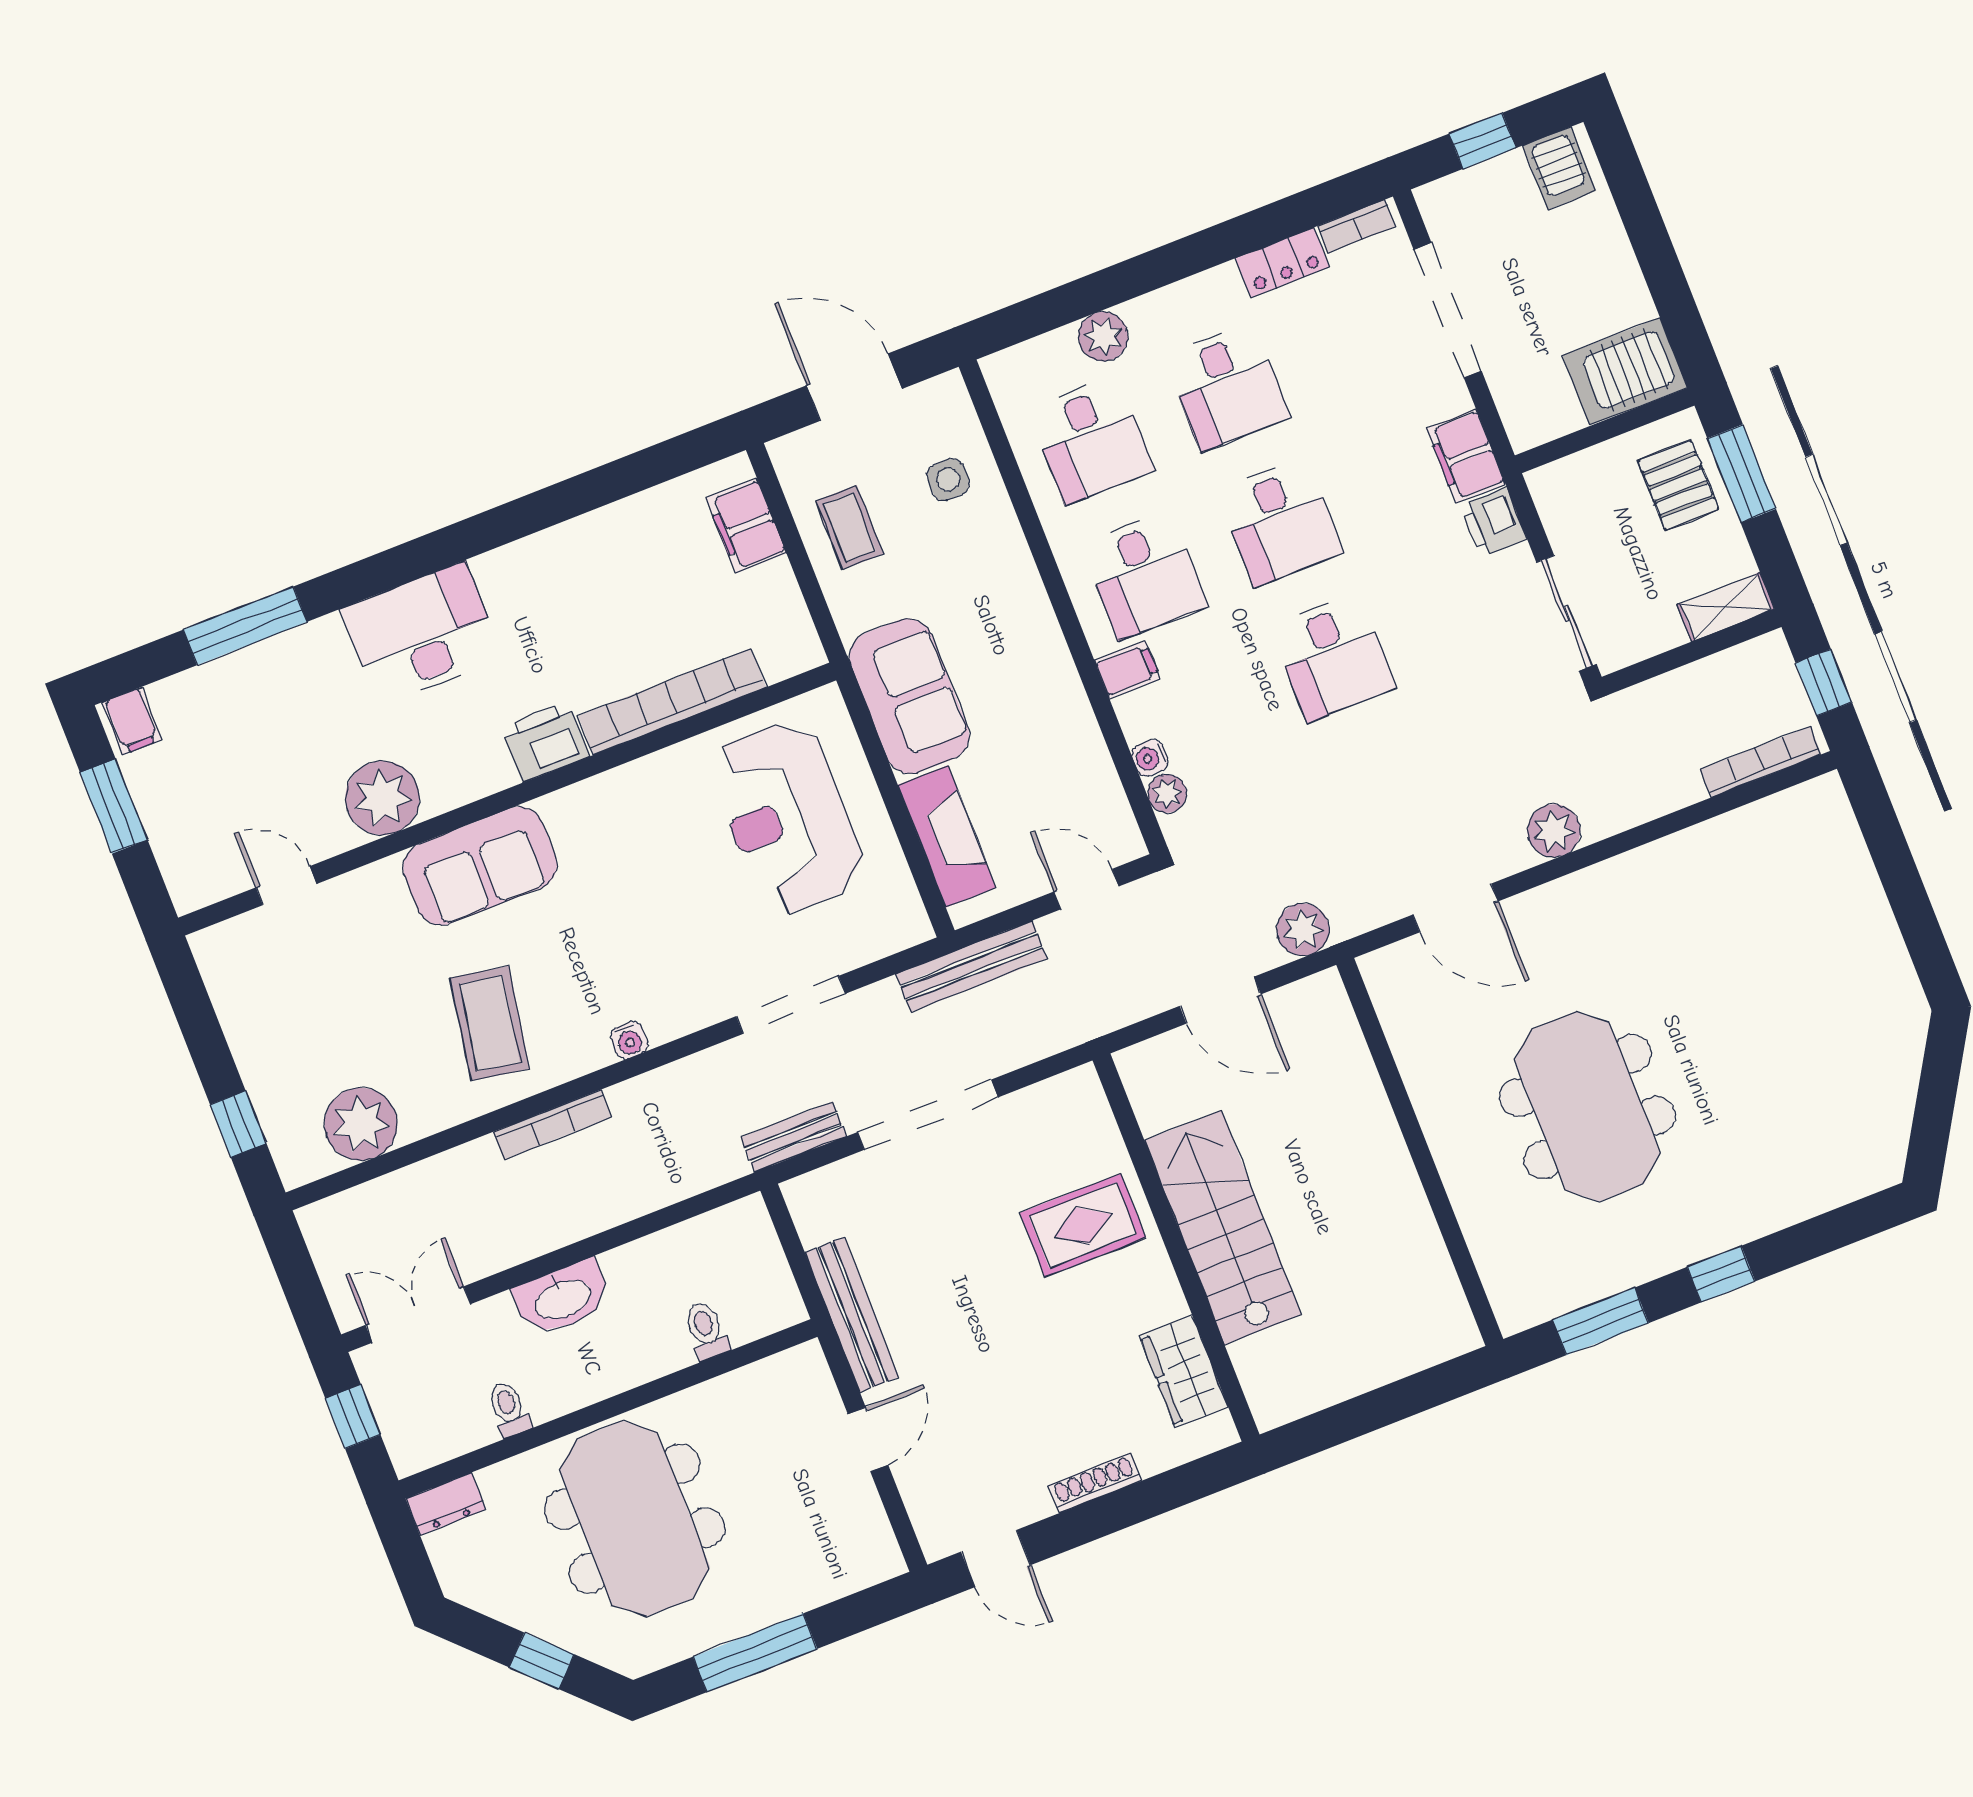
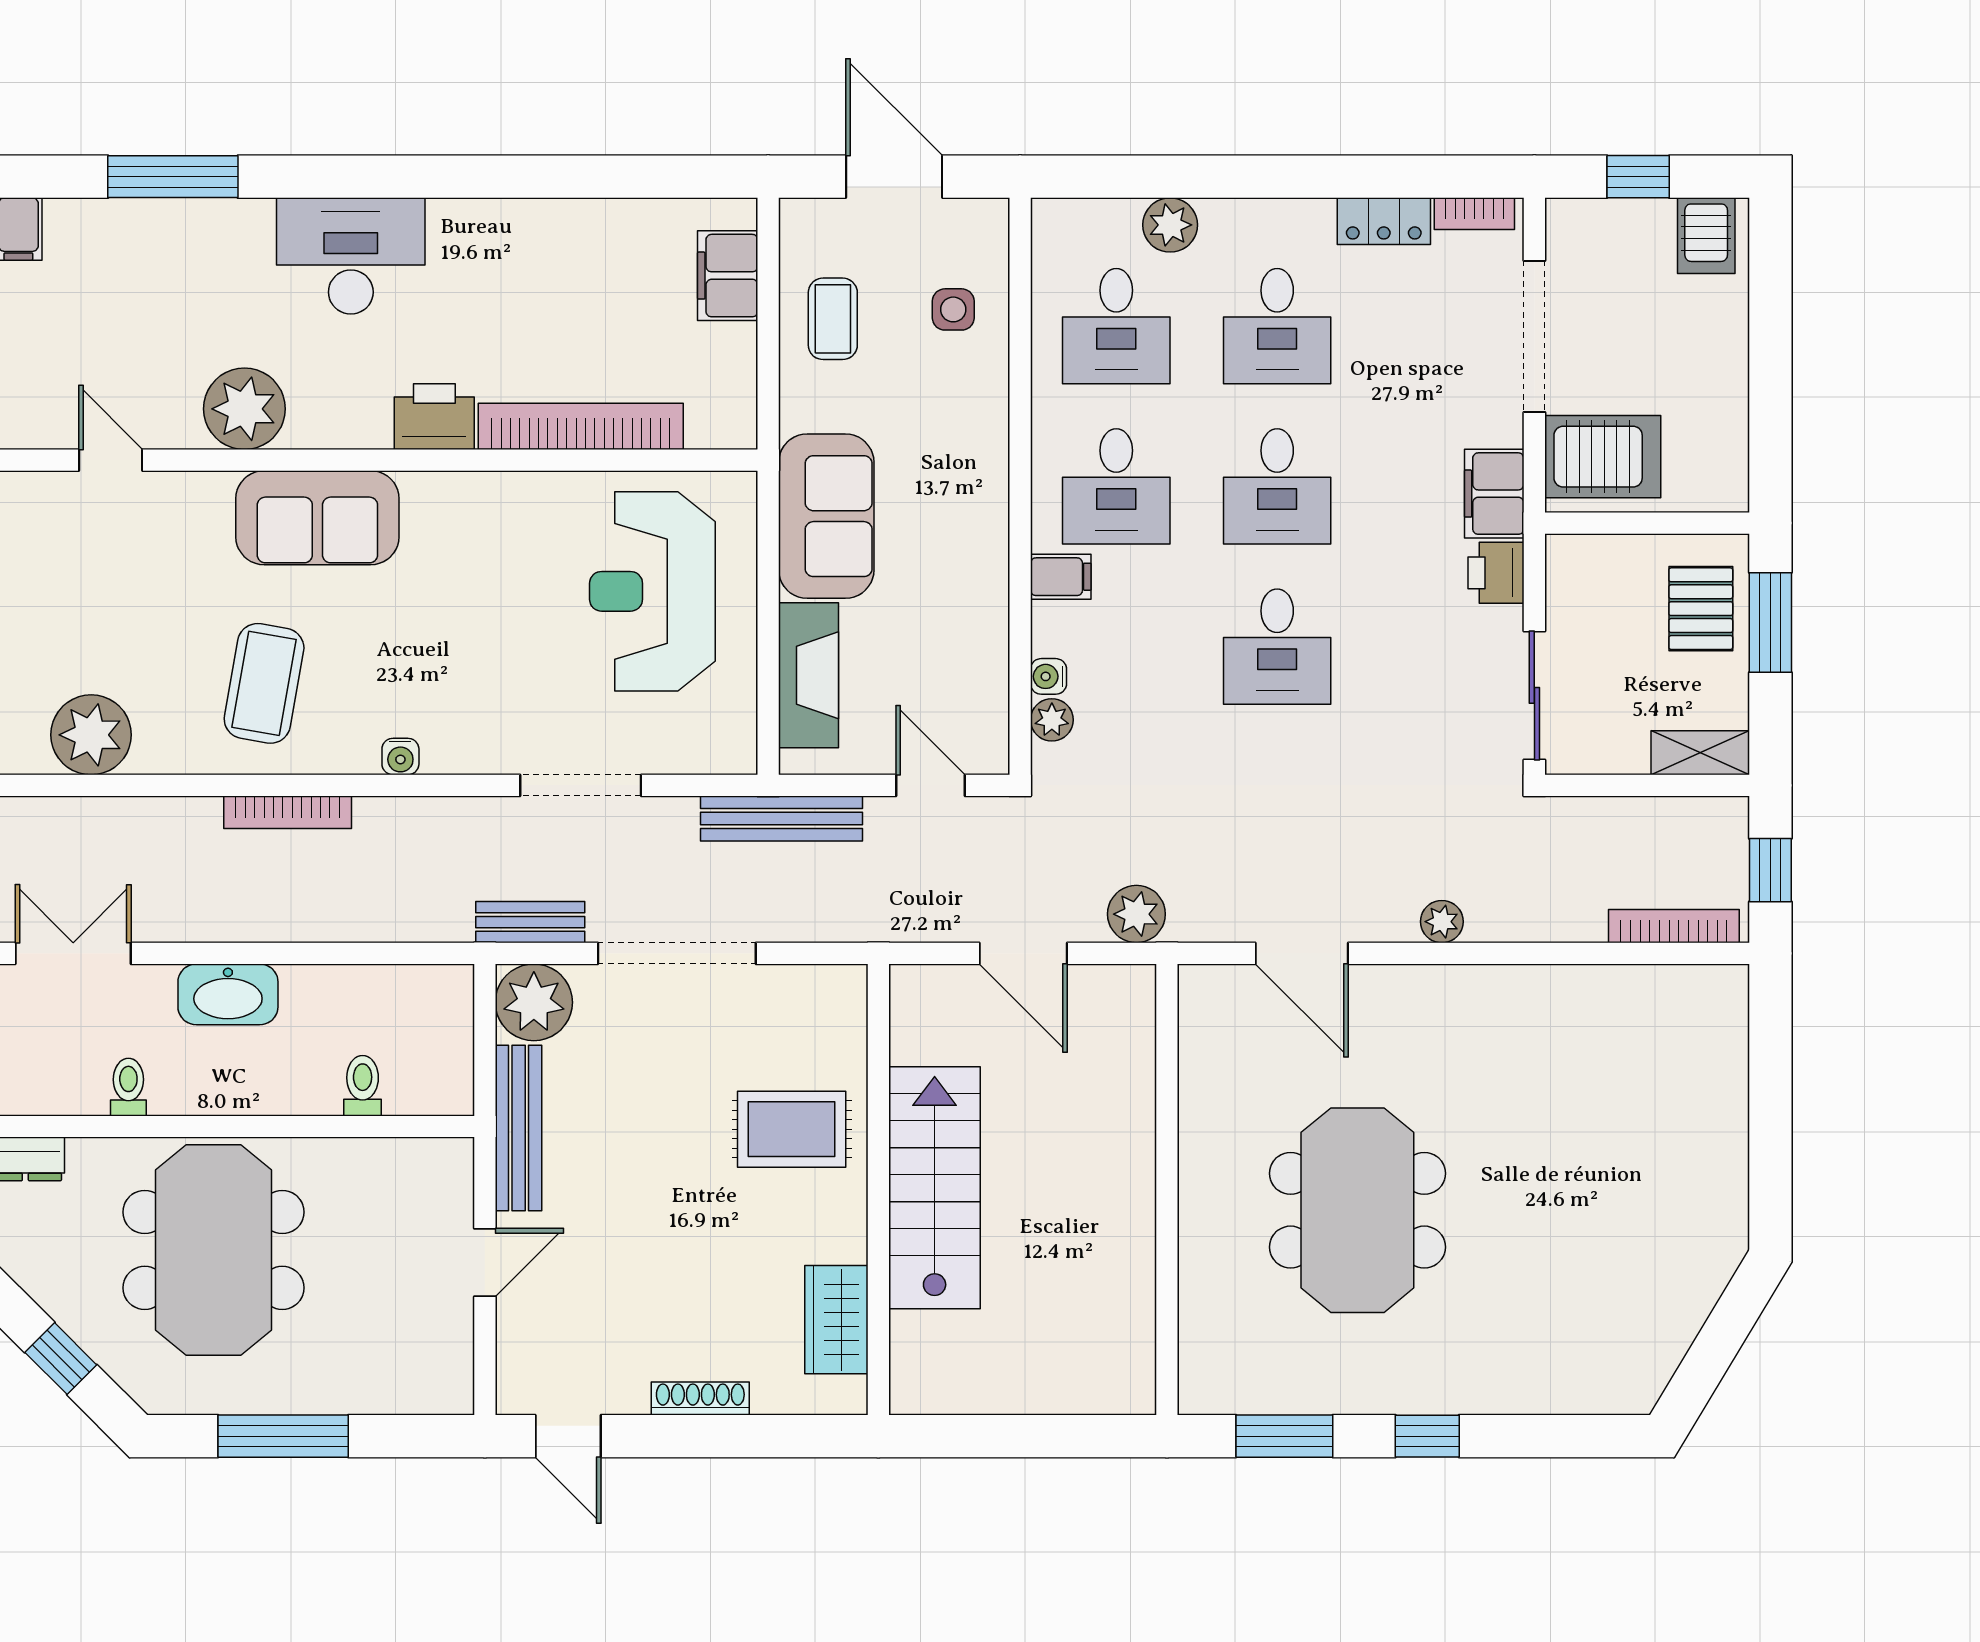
server rack: (1625, 371) -> (1603, 457), moved, turned 180
plant: (1554, 831) -> (1442, 922), width x0.73, depth x0.73
plant: (823, 1203) -> (534, 1002), added

